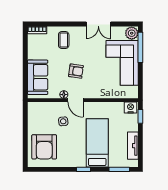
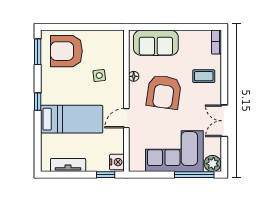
armchair: (76, 71) -> (164, 92), width x1.88, depth x1.88
door: (75, 100) -> (126, 118), moved
window: (119, 169) -> (38, 52), moved

